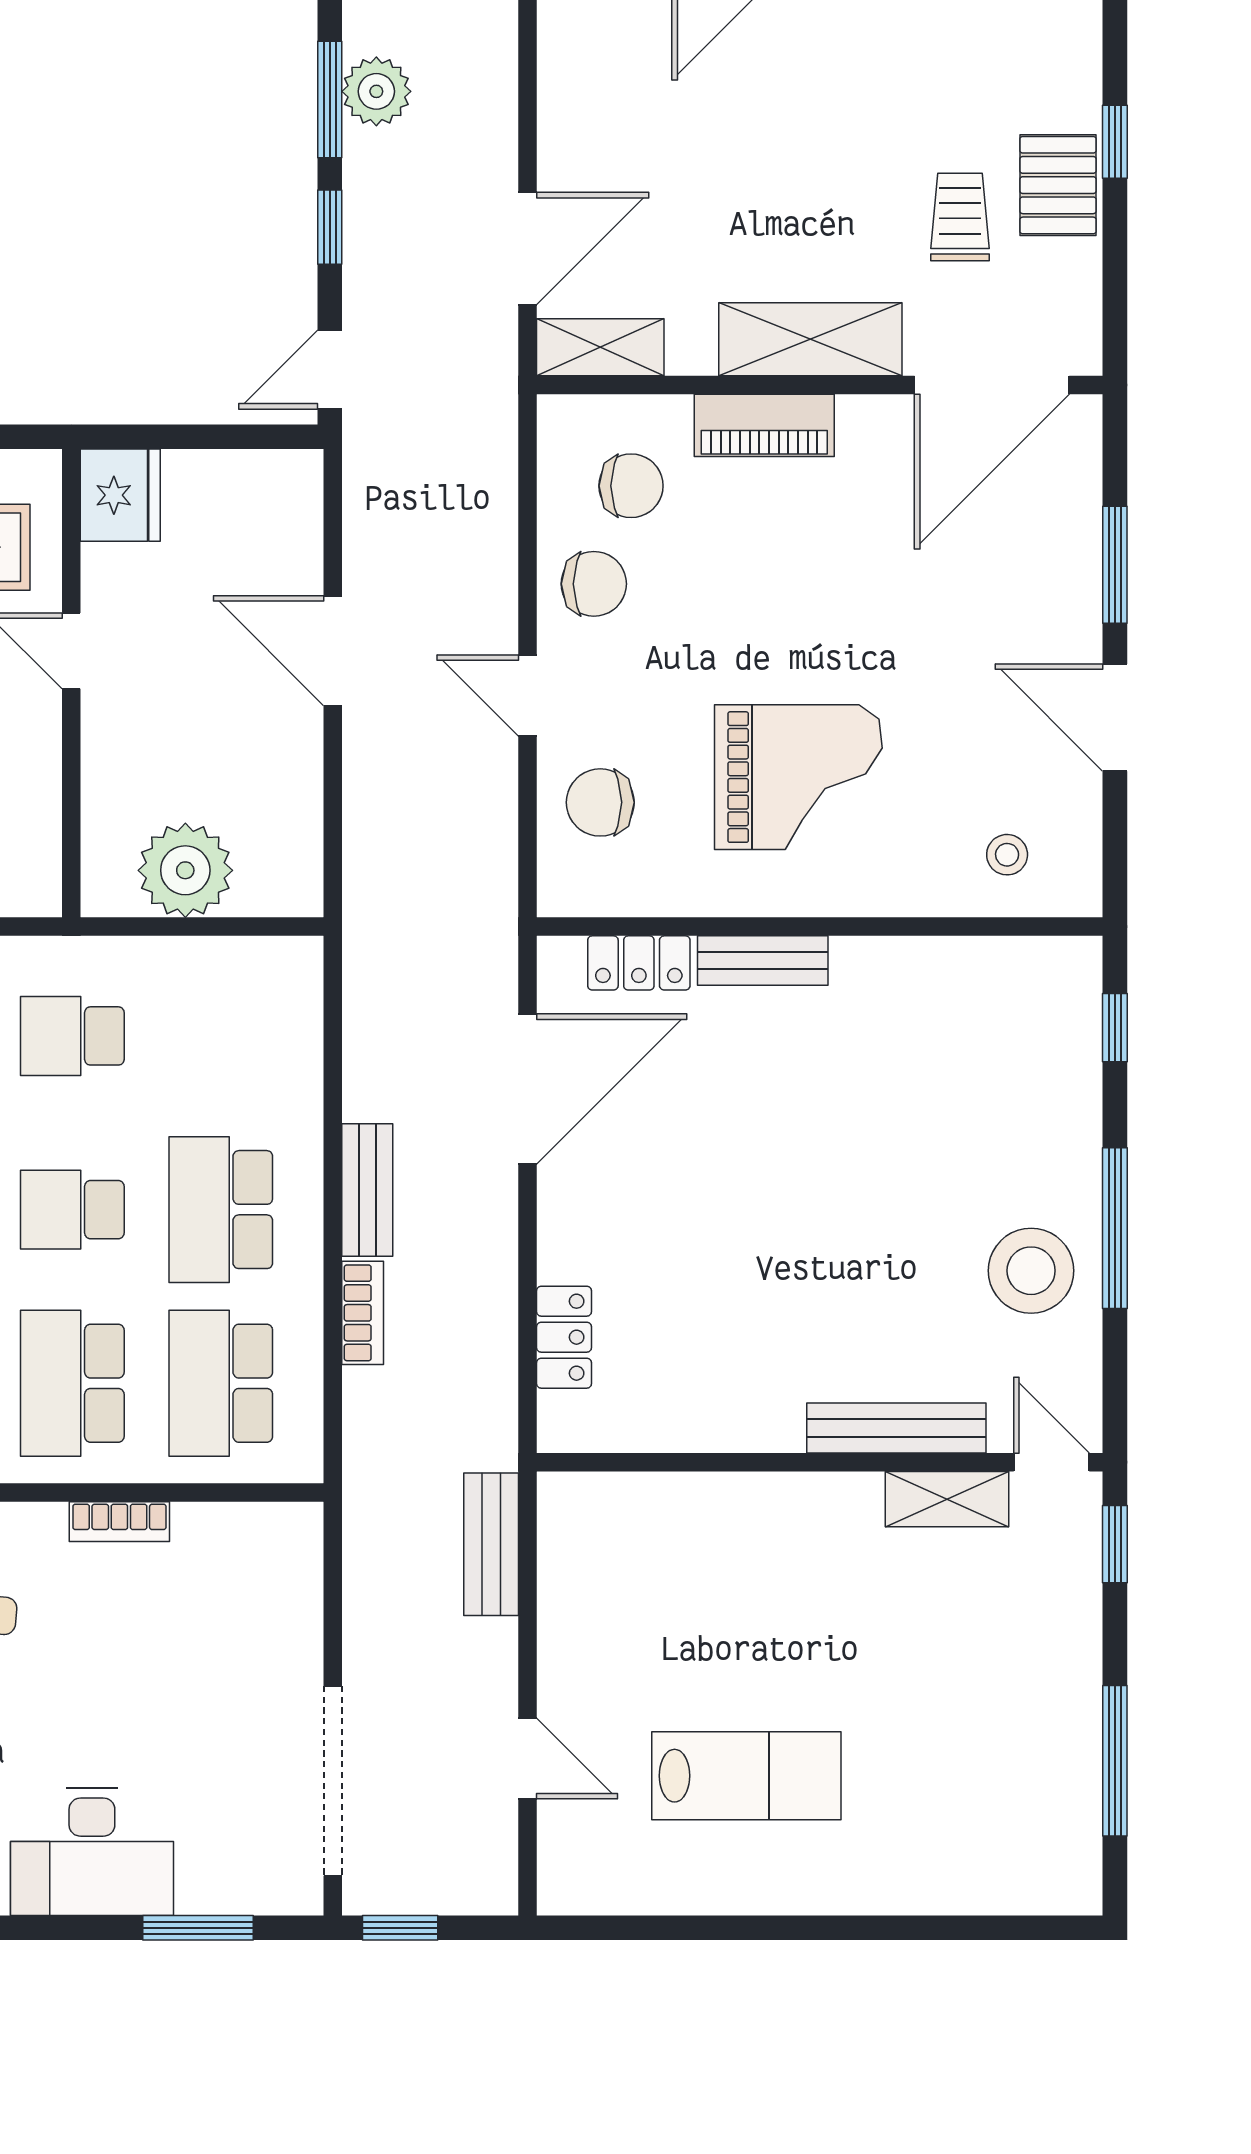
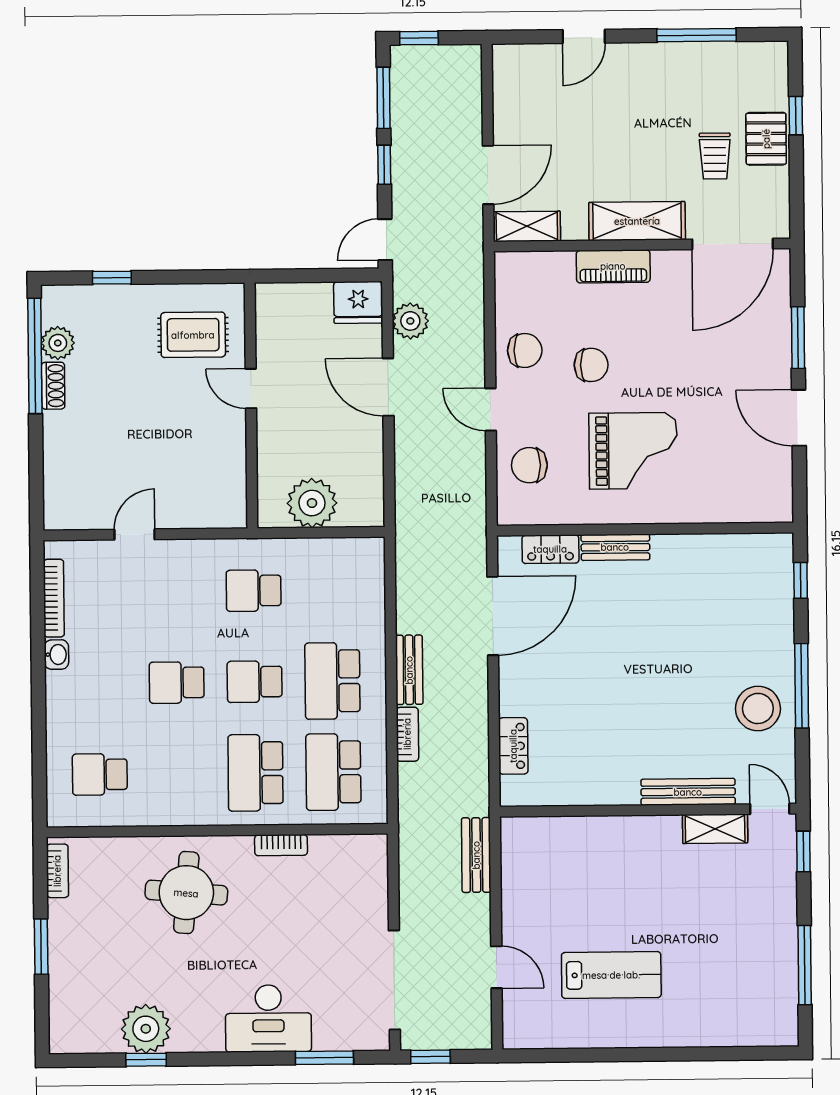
plant: (376, 91) -> (410, 321), moved
trolley: (960, 217) -> (715, 156), turned 180
chair: (631, 486) -> (591, 365), moved
fridge: (120, 495) -> (358, 302), moved, turned 90
stool: (1007, 855) -> (743, 490), removed

